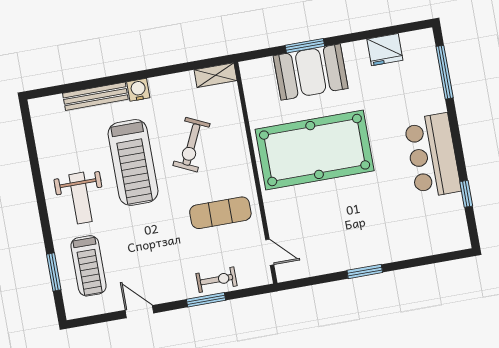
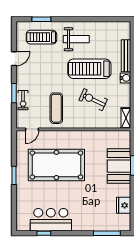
pool table: (315, 150) -> (56, 165), moved, turned 90
bar counter: (432, 156) -> (51, 220), moved
weight bench: (81, 198) -> (76, 39), turned 180

